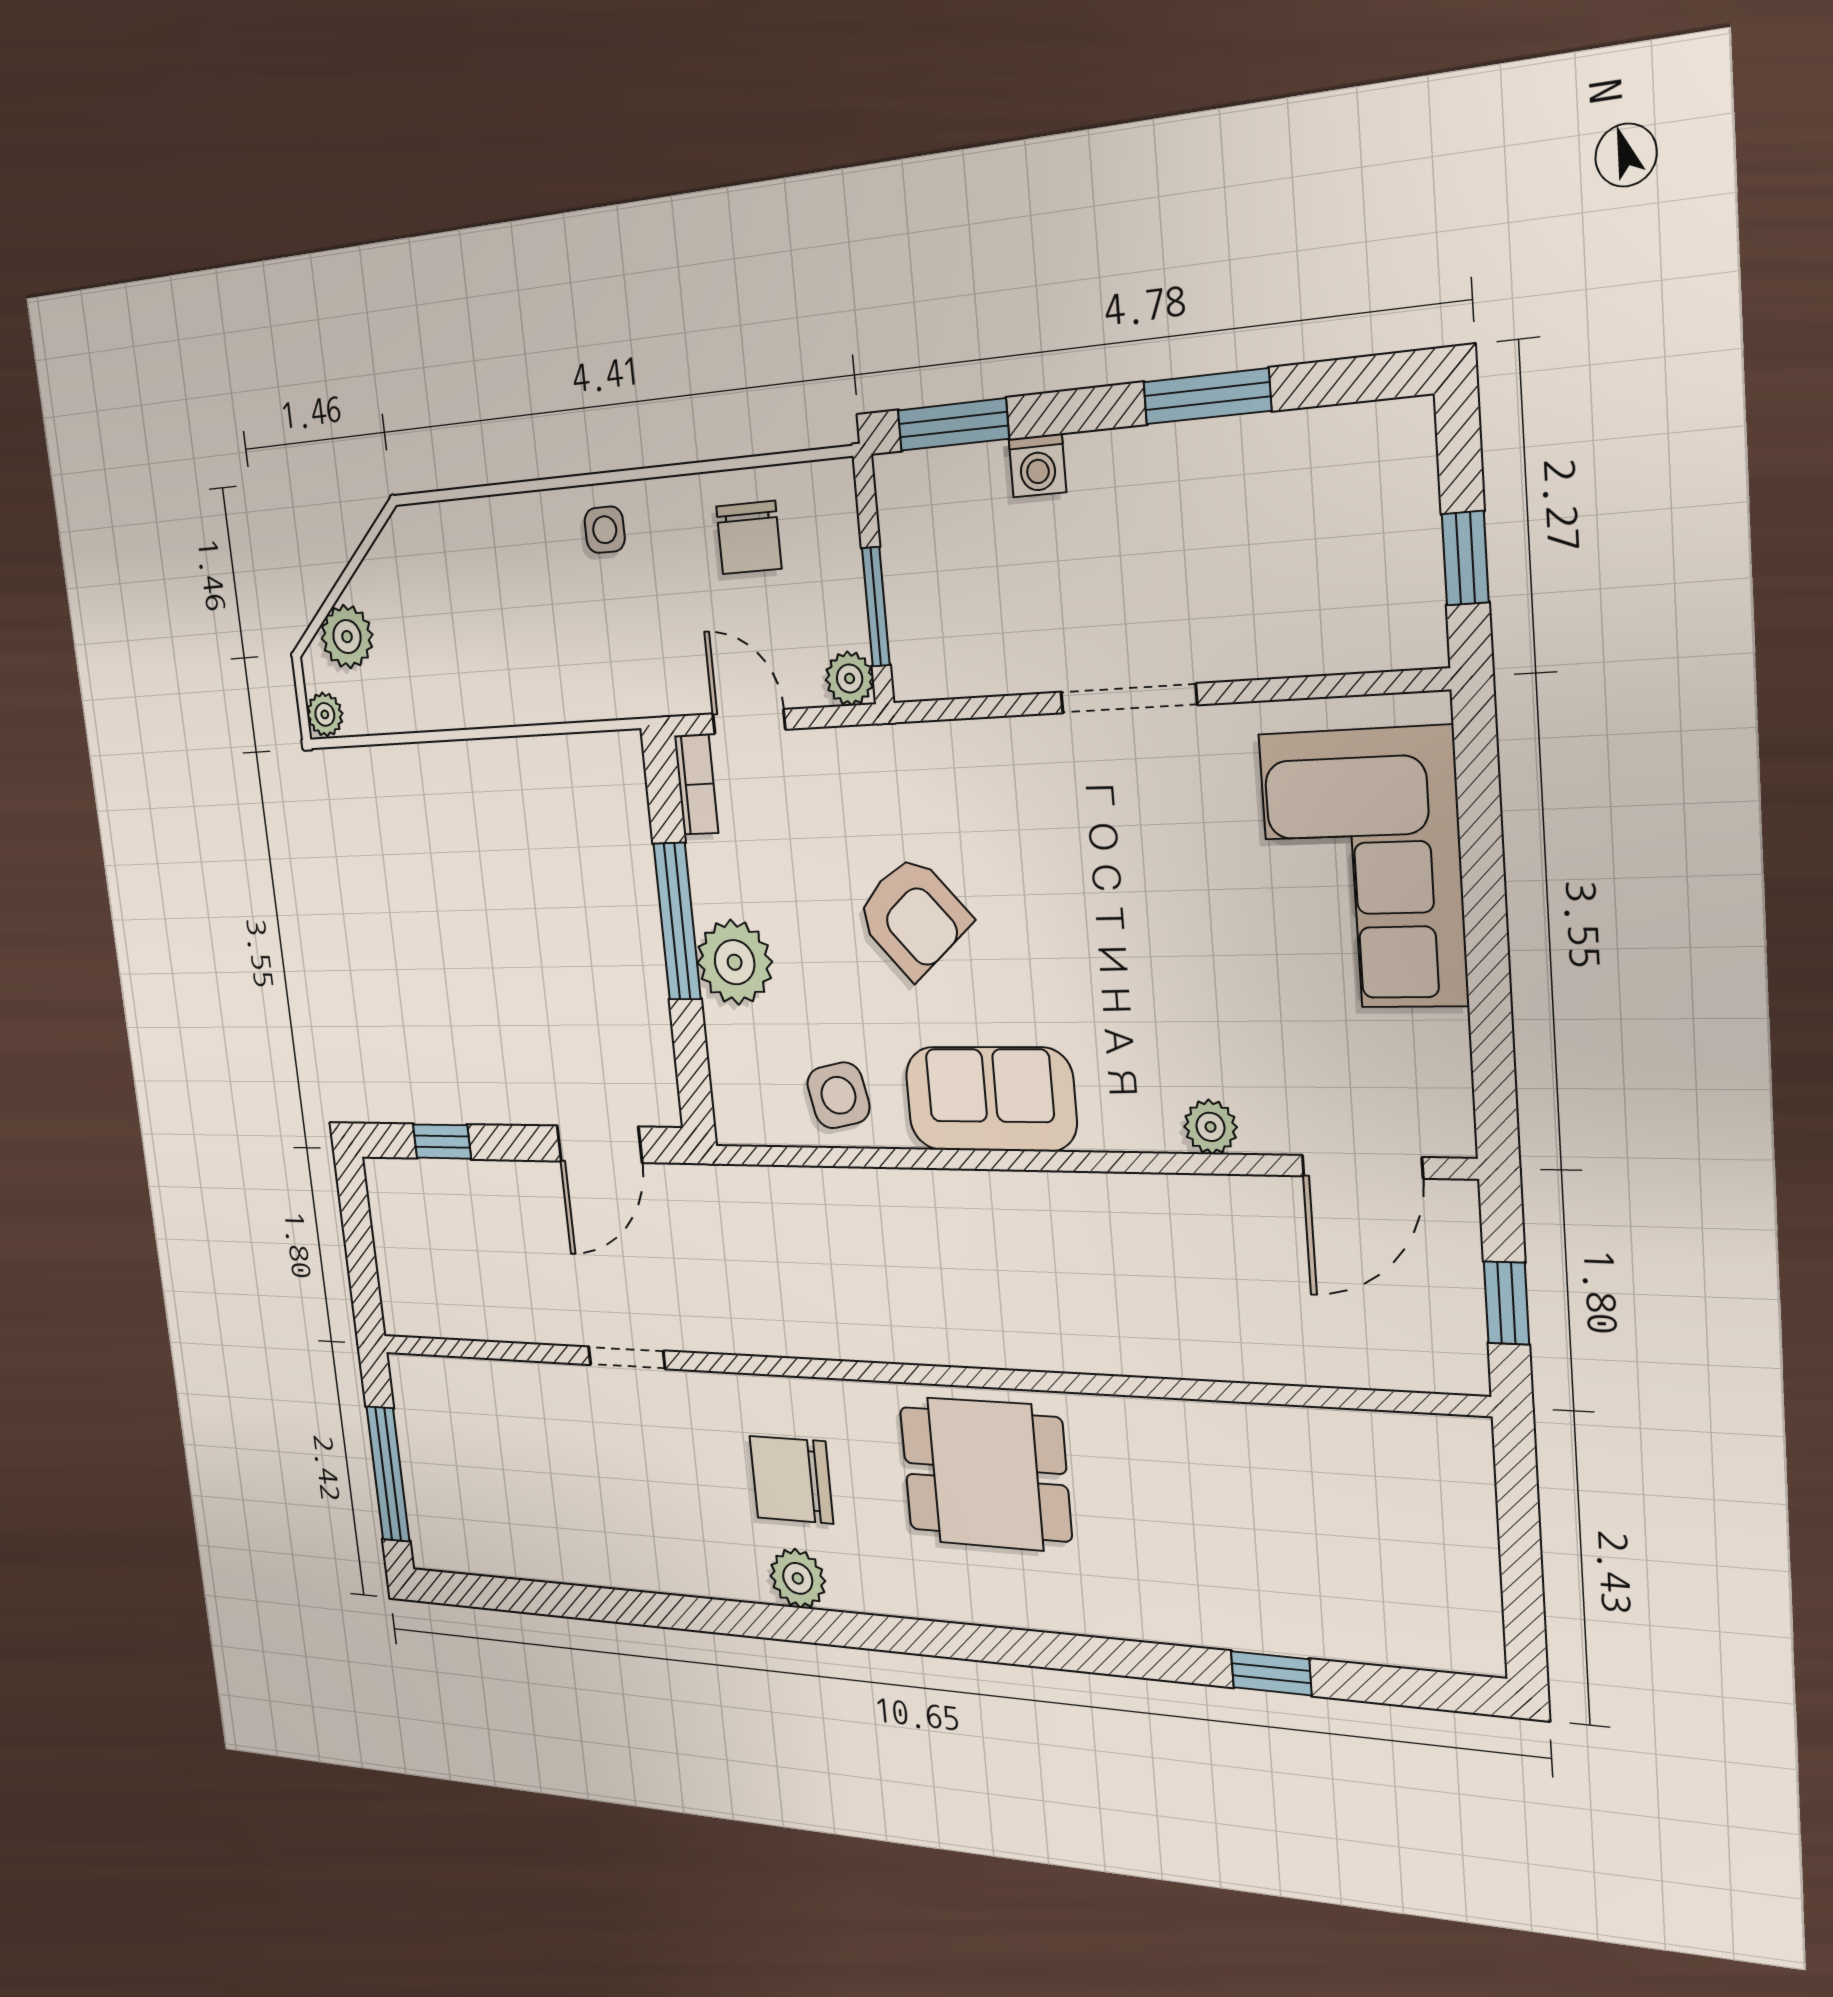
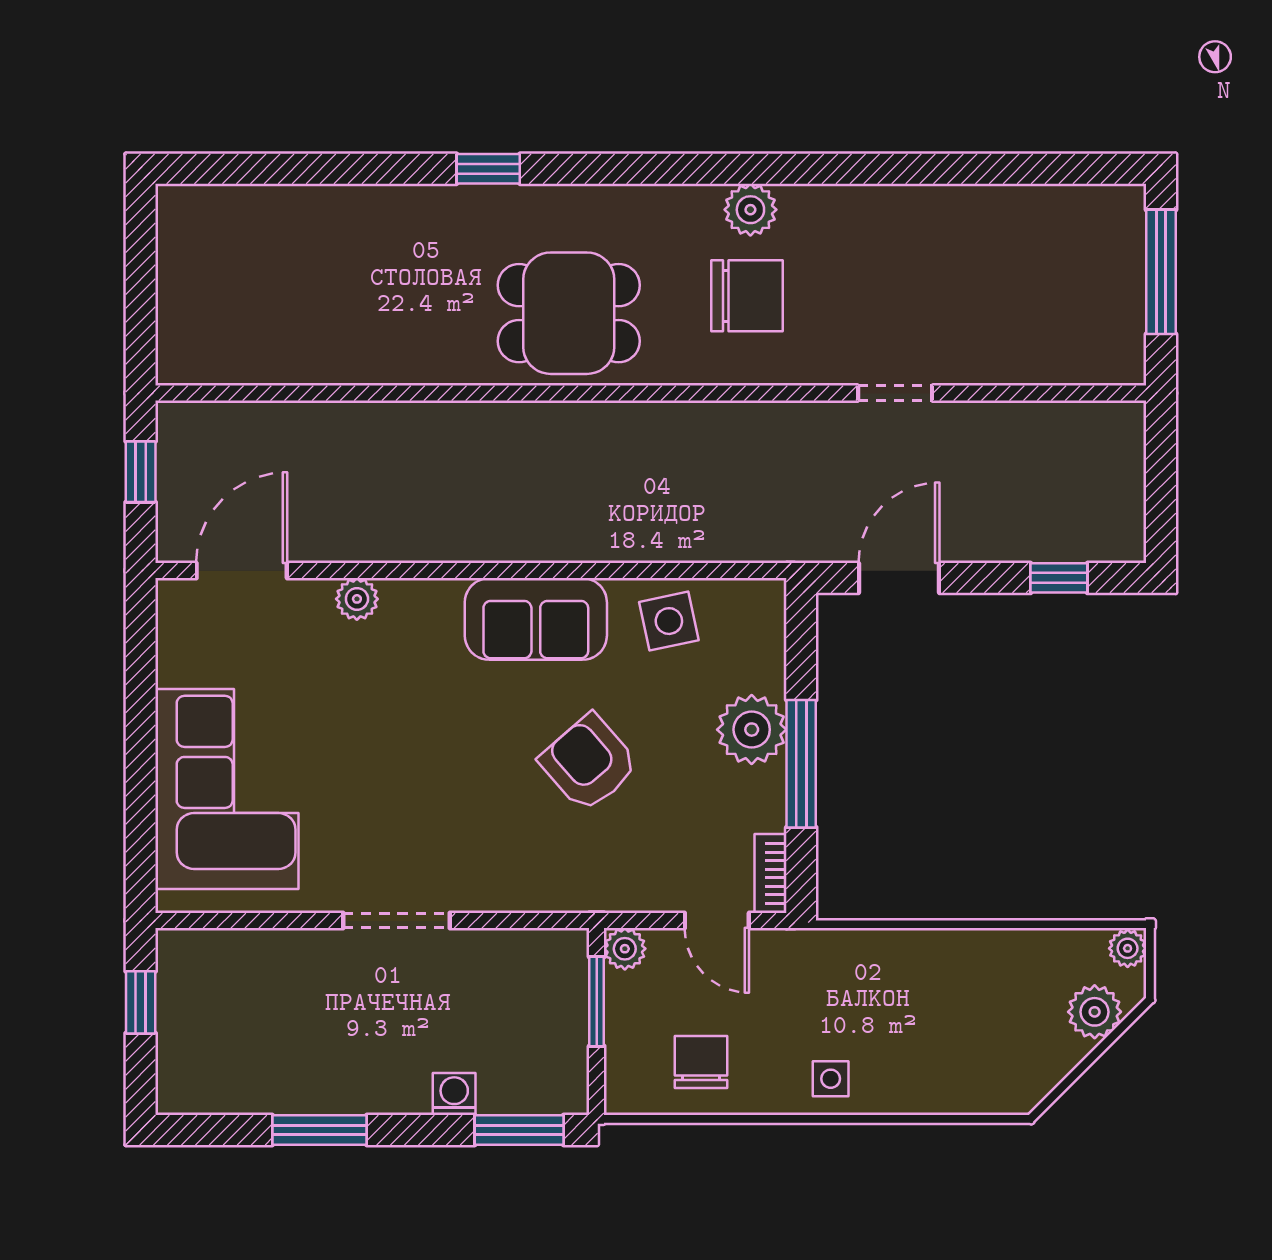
window: (1271, 1673) -> (488, 169), moved

